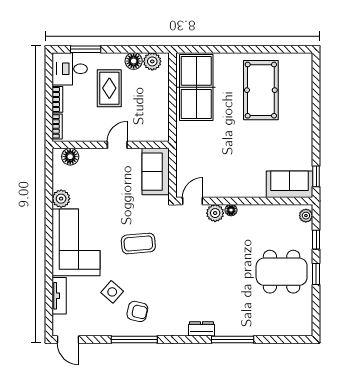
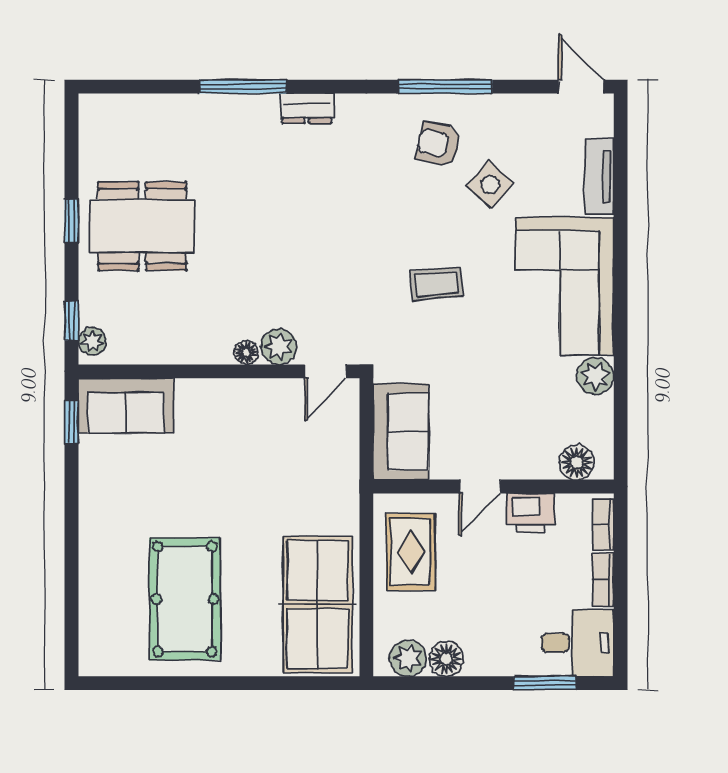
rug: (109, 88) -> (411, 552), moved
printer: (93, 132) -> (530, 513), added
window: (316, 240) -> (71, 321), moved
coffee table: (138, 243) -> (437, 284), width x0.73, depth x0.77

